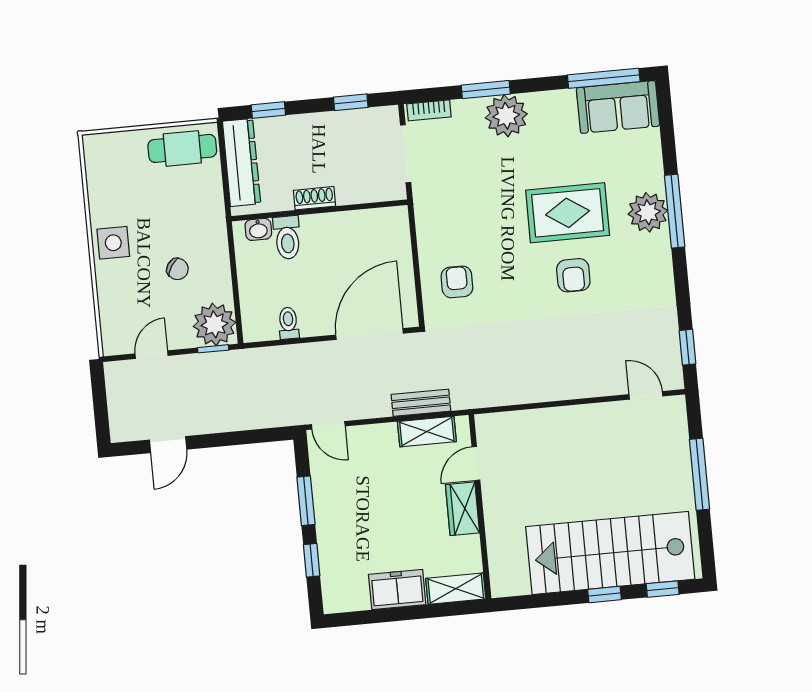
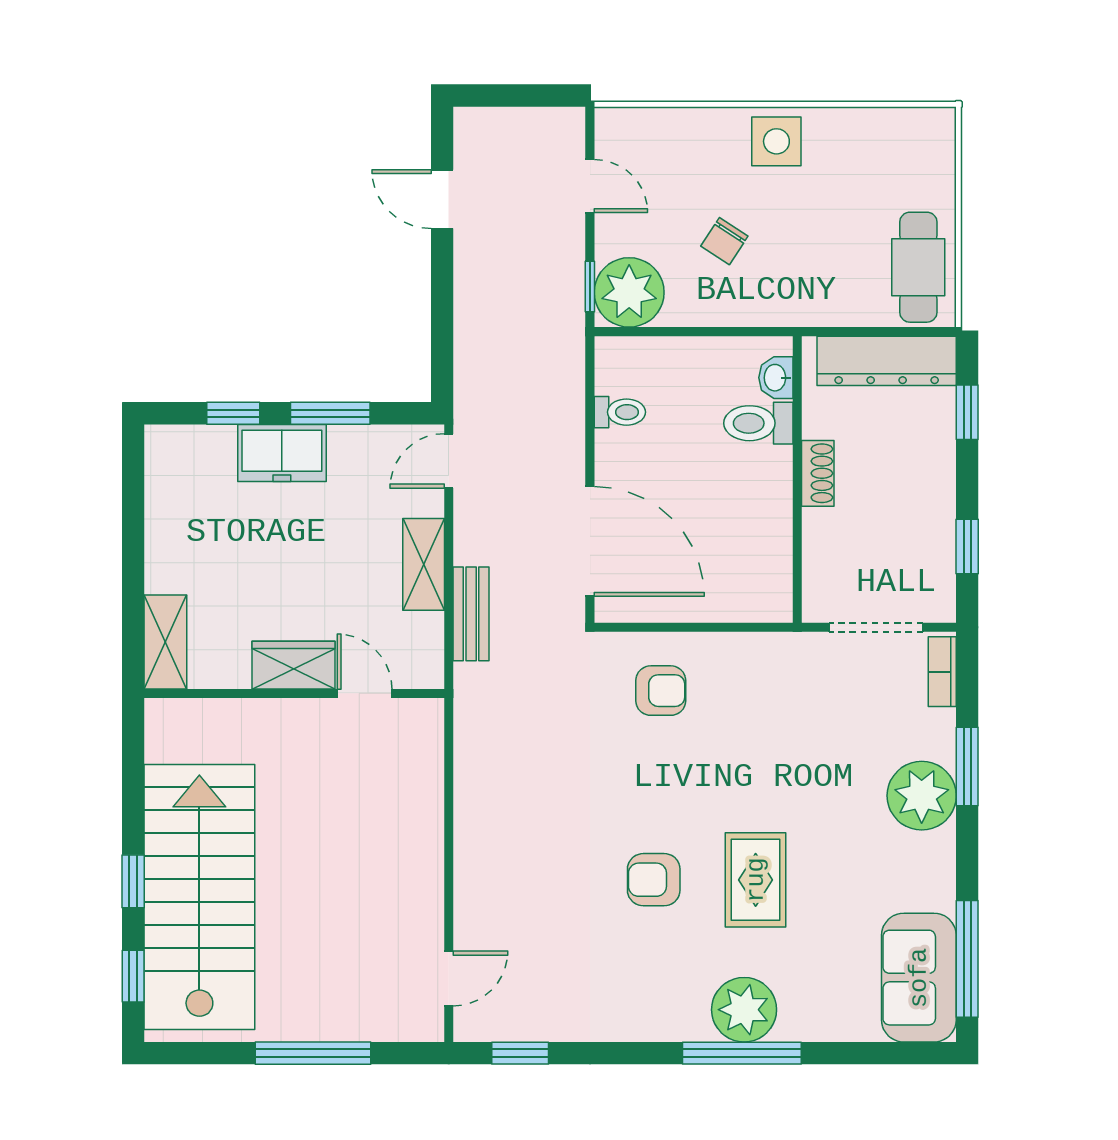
rug: (568, 213) -> (756, 880), width x0.73, depth x0.70
shelving: (427, 432) -> (424, 564), moved
freezer: (397, 590) -> (282, 453), moved, turned 90

